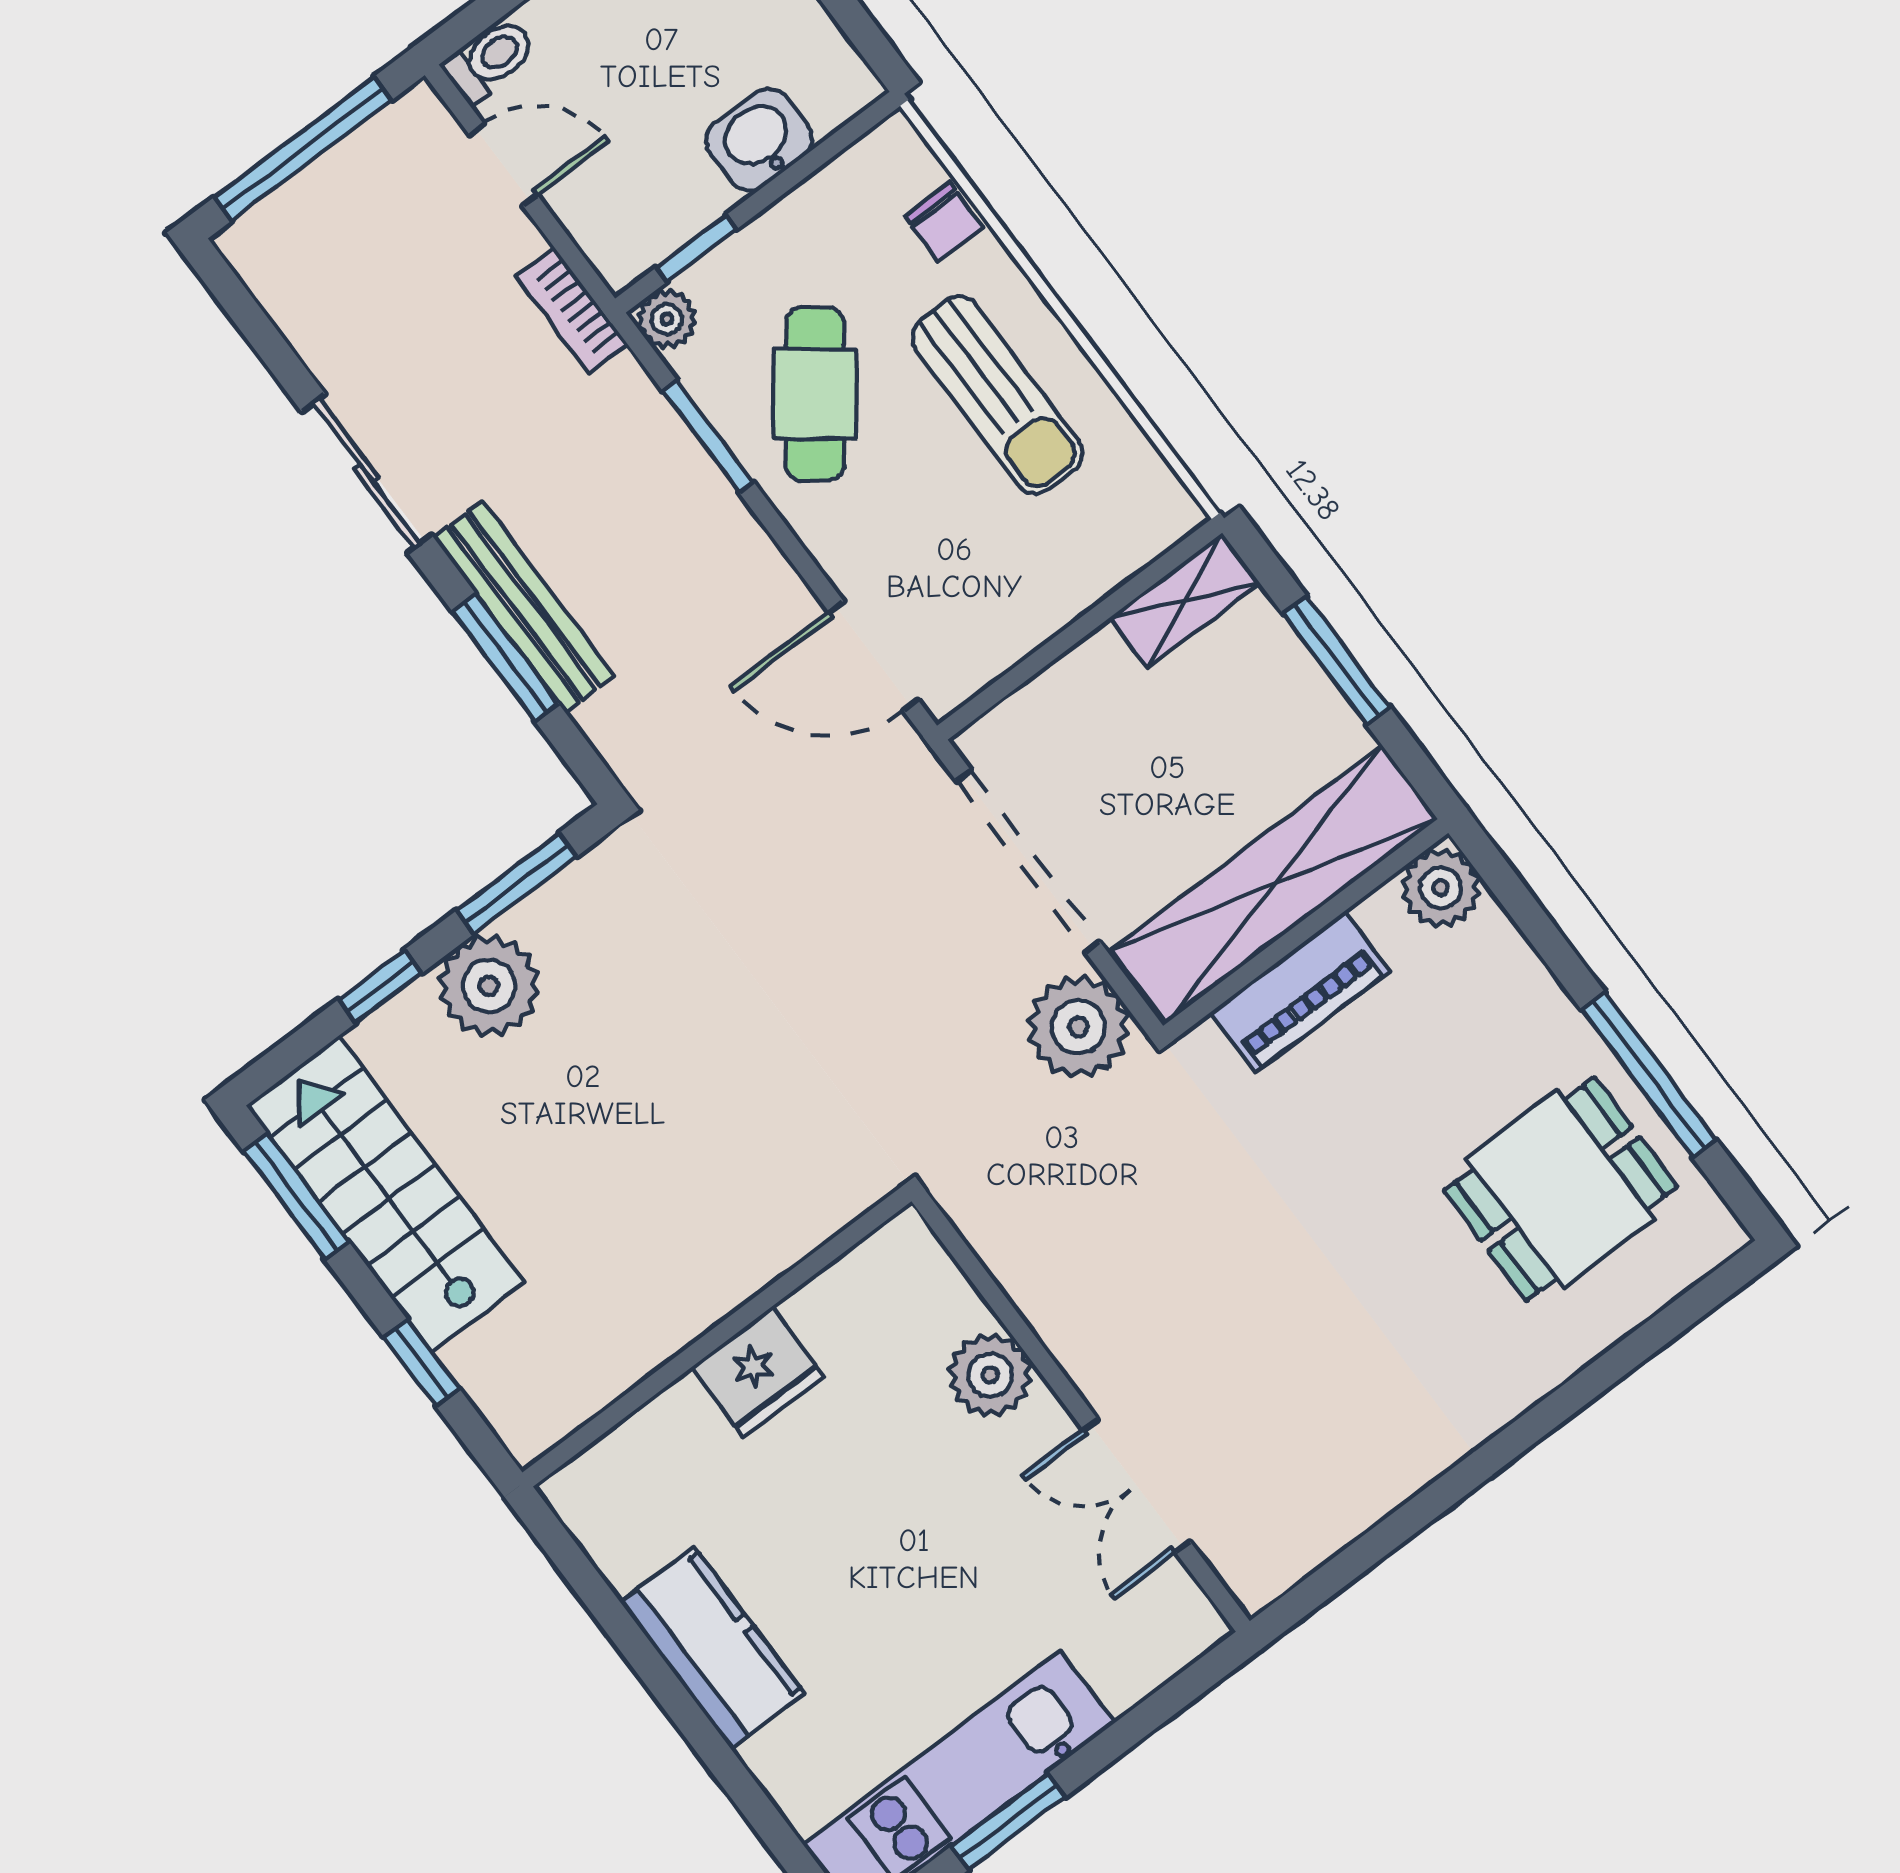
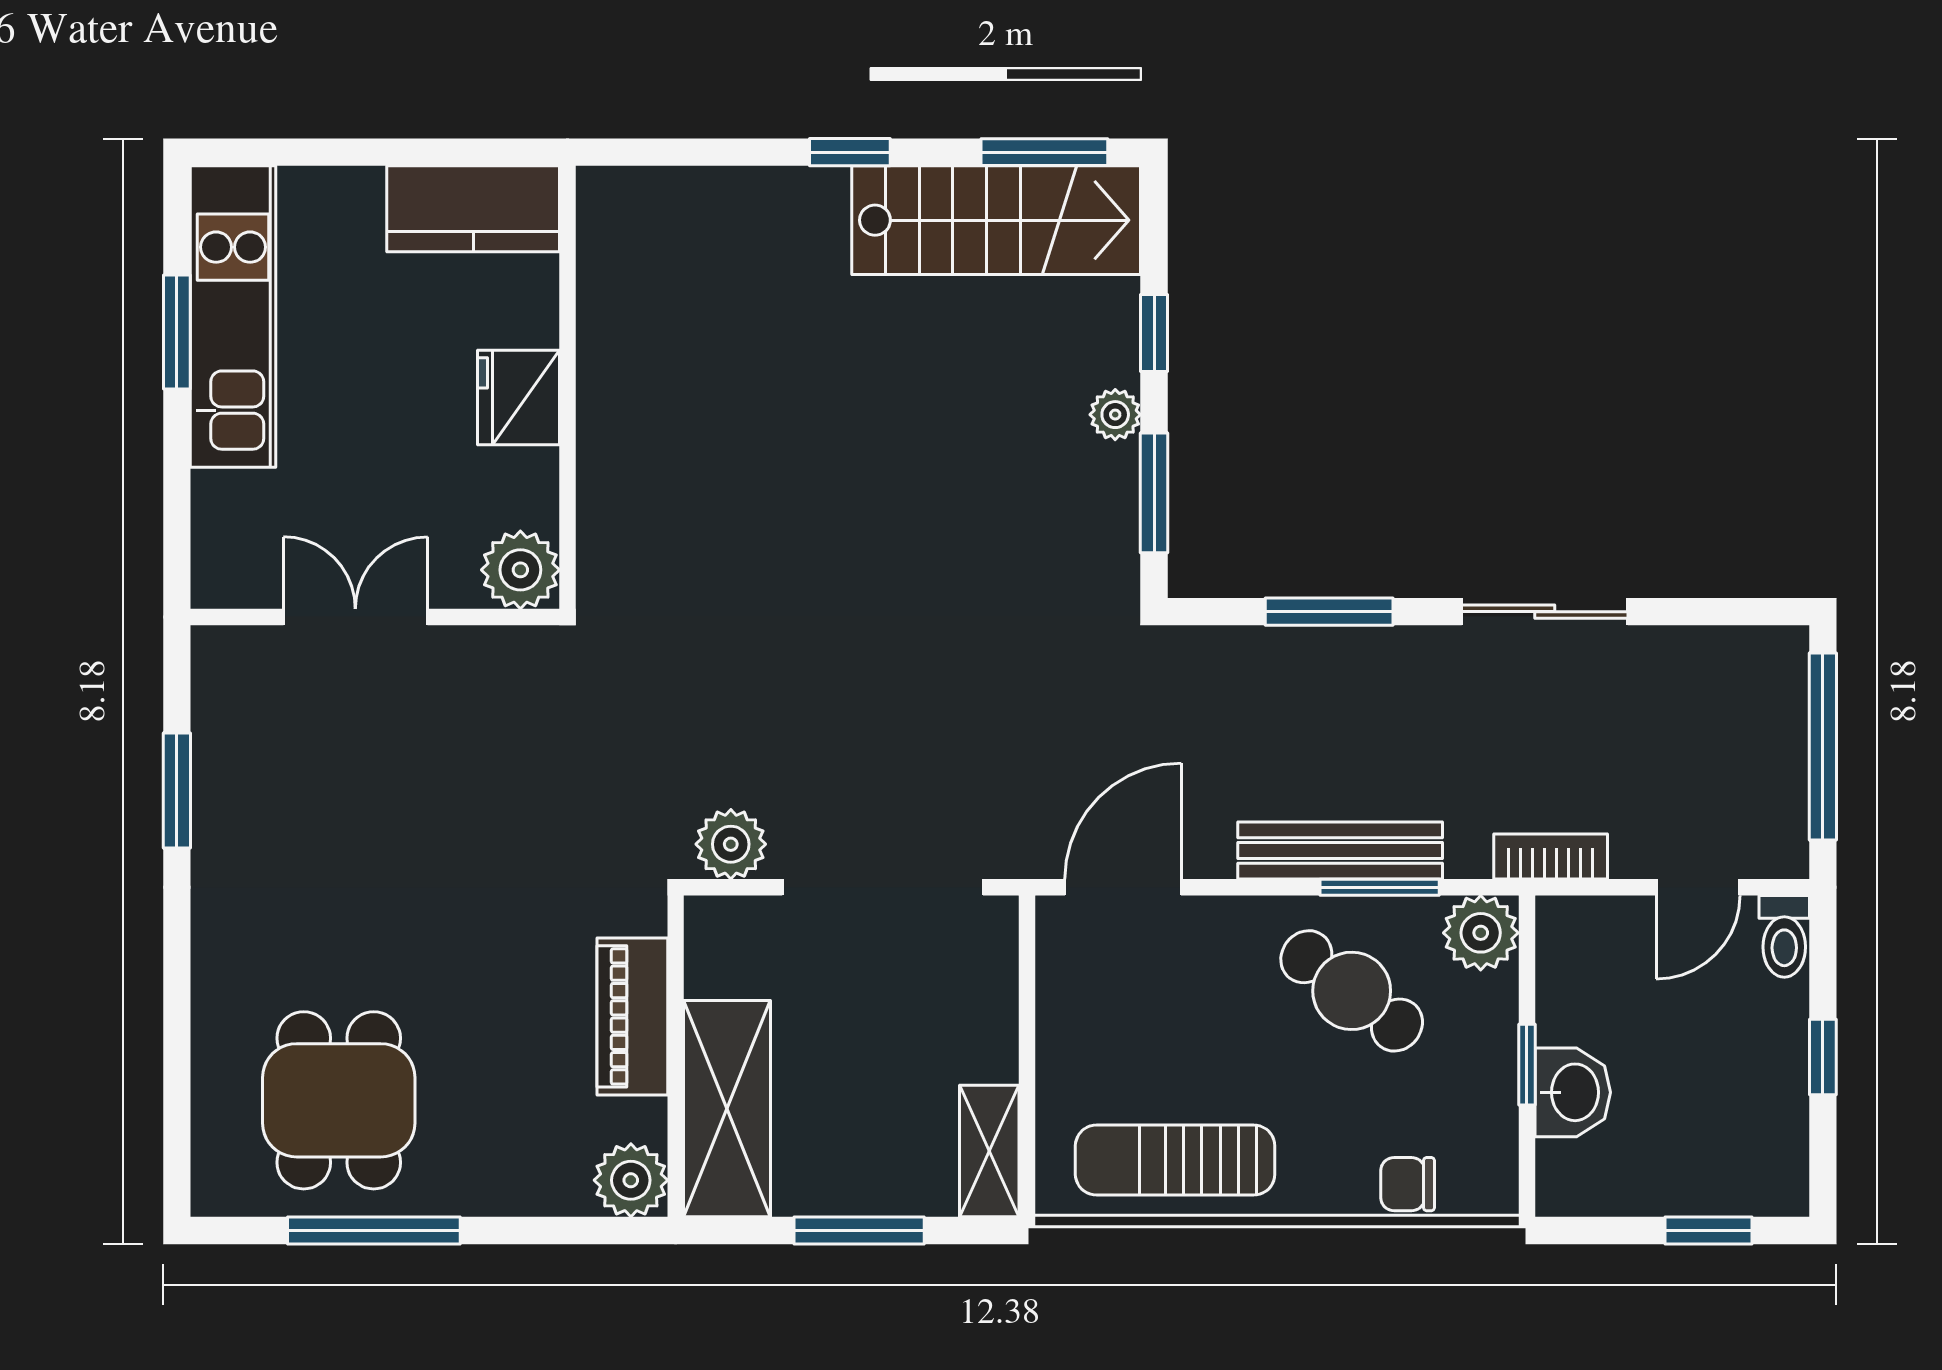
window: (696, 248) -> (1527, 1065), moved
plant: (667, 319) -> (1481, 933), width x1.38, depth x1.38
sun lounger: (997, 395) -> (1175, 1160), moved
bench: (523, 606) -> (1340, 851), moved
shelving: (1274, 884) -> (727, 1109), width x0.68
plant: (489, 986) -> (1115, 415), width x0.53, depth x0.53
plant: (1078, 1027) -> (731, 844), width x0.73, depth x0.73
wall: (717, 1337) -> (568, 387), moved
fridge: (757, 1372) -> (519, 398), moved
window: (1400, 1526) -> (177, 791), added

